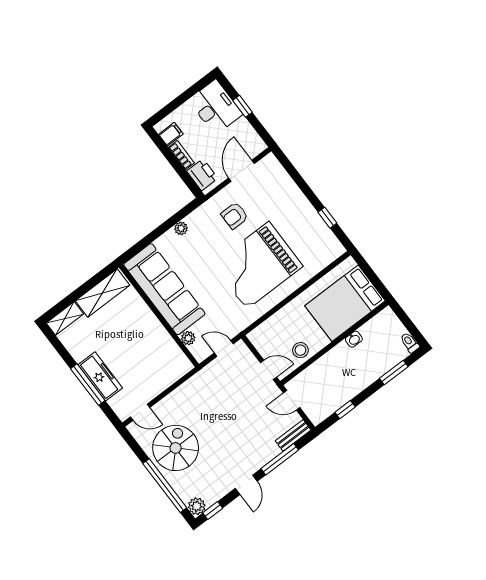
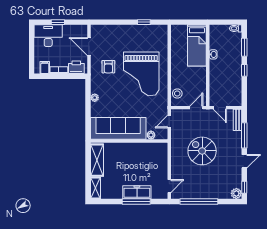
bed: (345, 303) -> (197, 45), width x0.67
stool: (300, 350) -> (177, 93), moved
door: (292, 400) -> (220, 108), hinge flipped
window: (345, 410) -> (244, 70), moved
spiral stairs: (176, 448) -> (202, 151), moved
door: (246, 485) -> (244, 161), hinge flipped
window: (165, 486) -> (199, 201), moved

